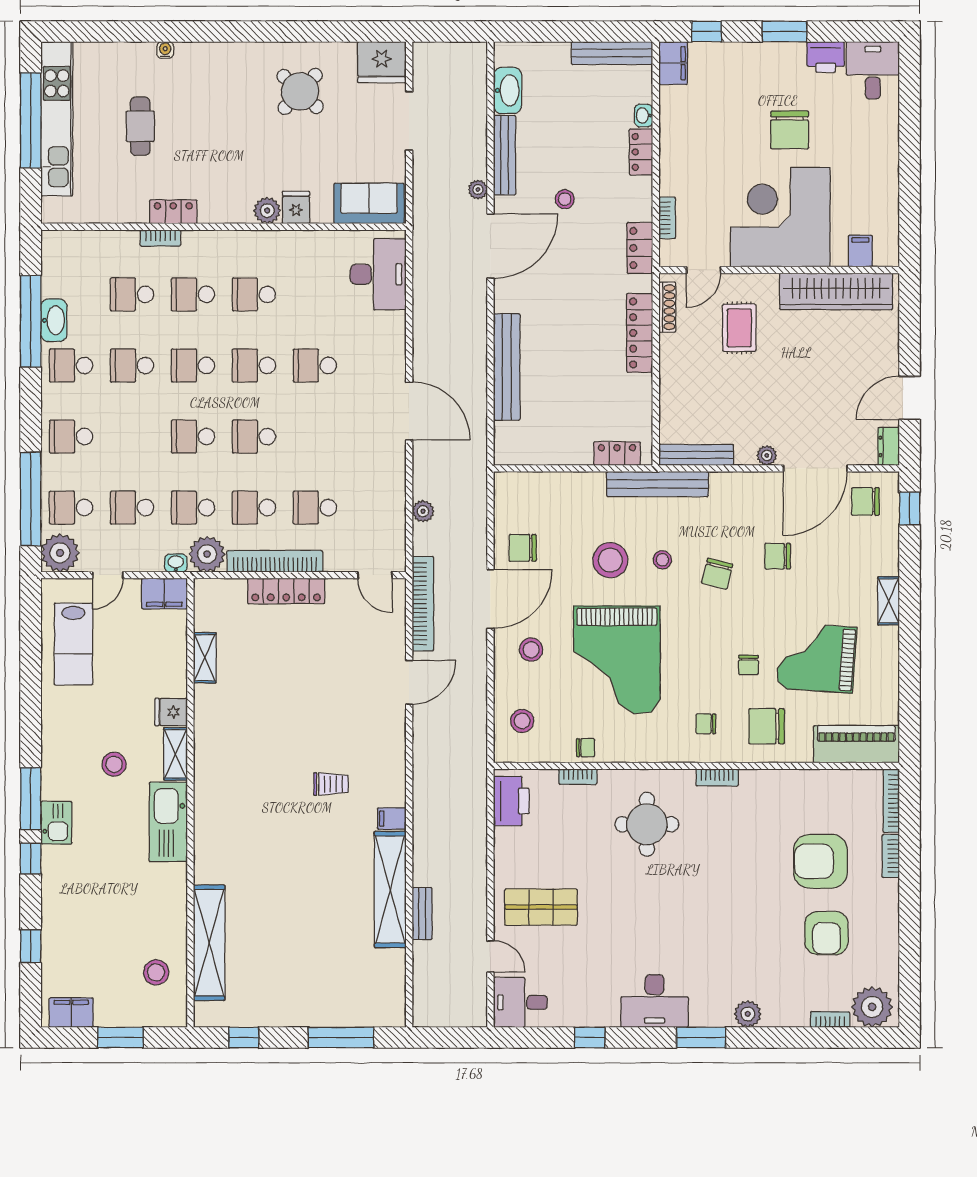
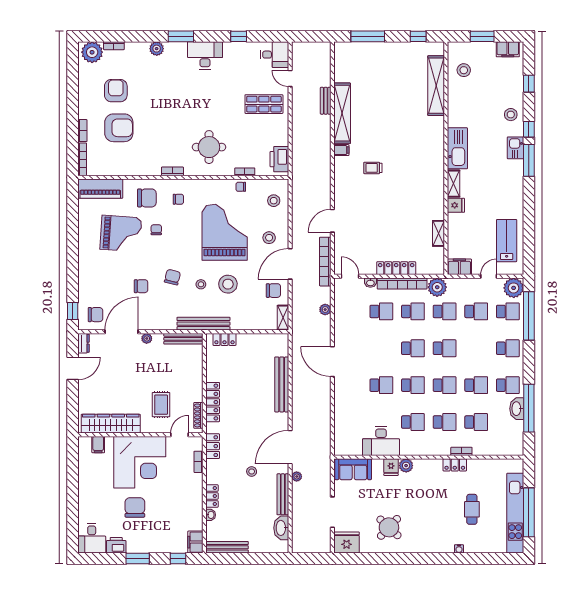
desk: (378, 274) -> (381, 441), moved, turned -90
washbasin: (176, 563) -> (370, 283), moved
shelving: (889, 601) -> (283, 318), moved
stool: (114, 764) -> (511, 115), moved

